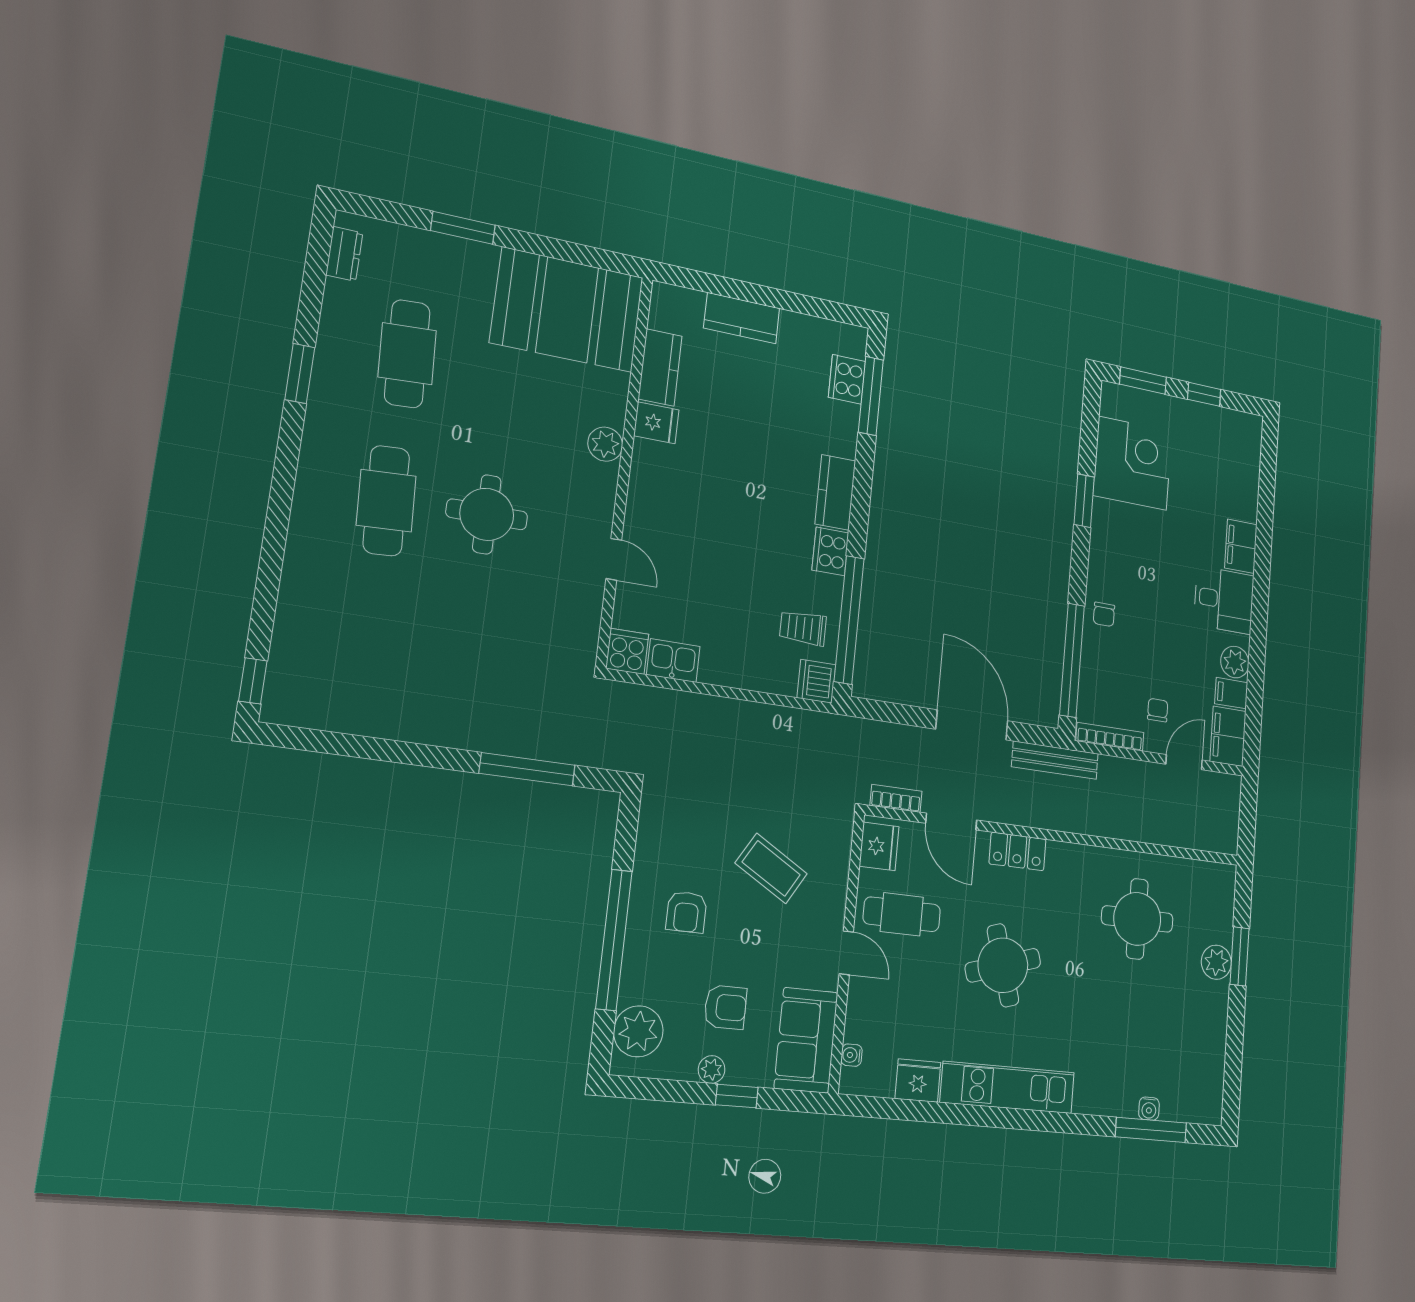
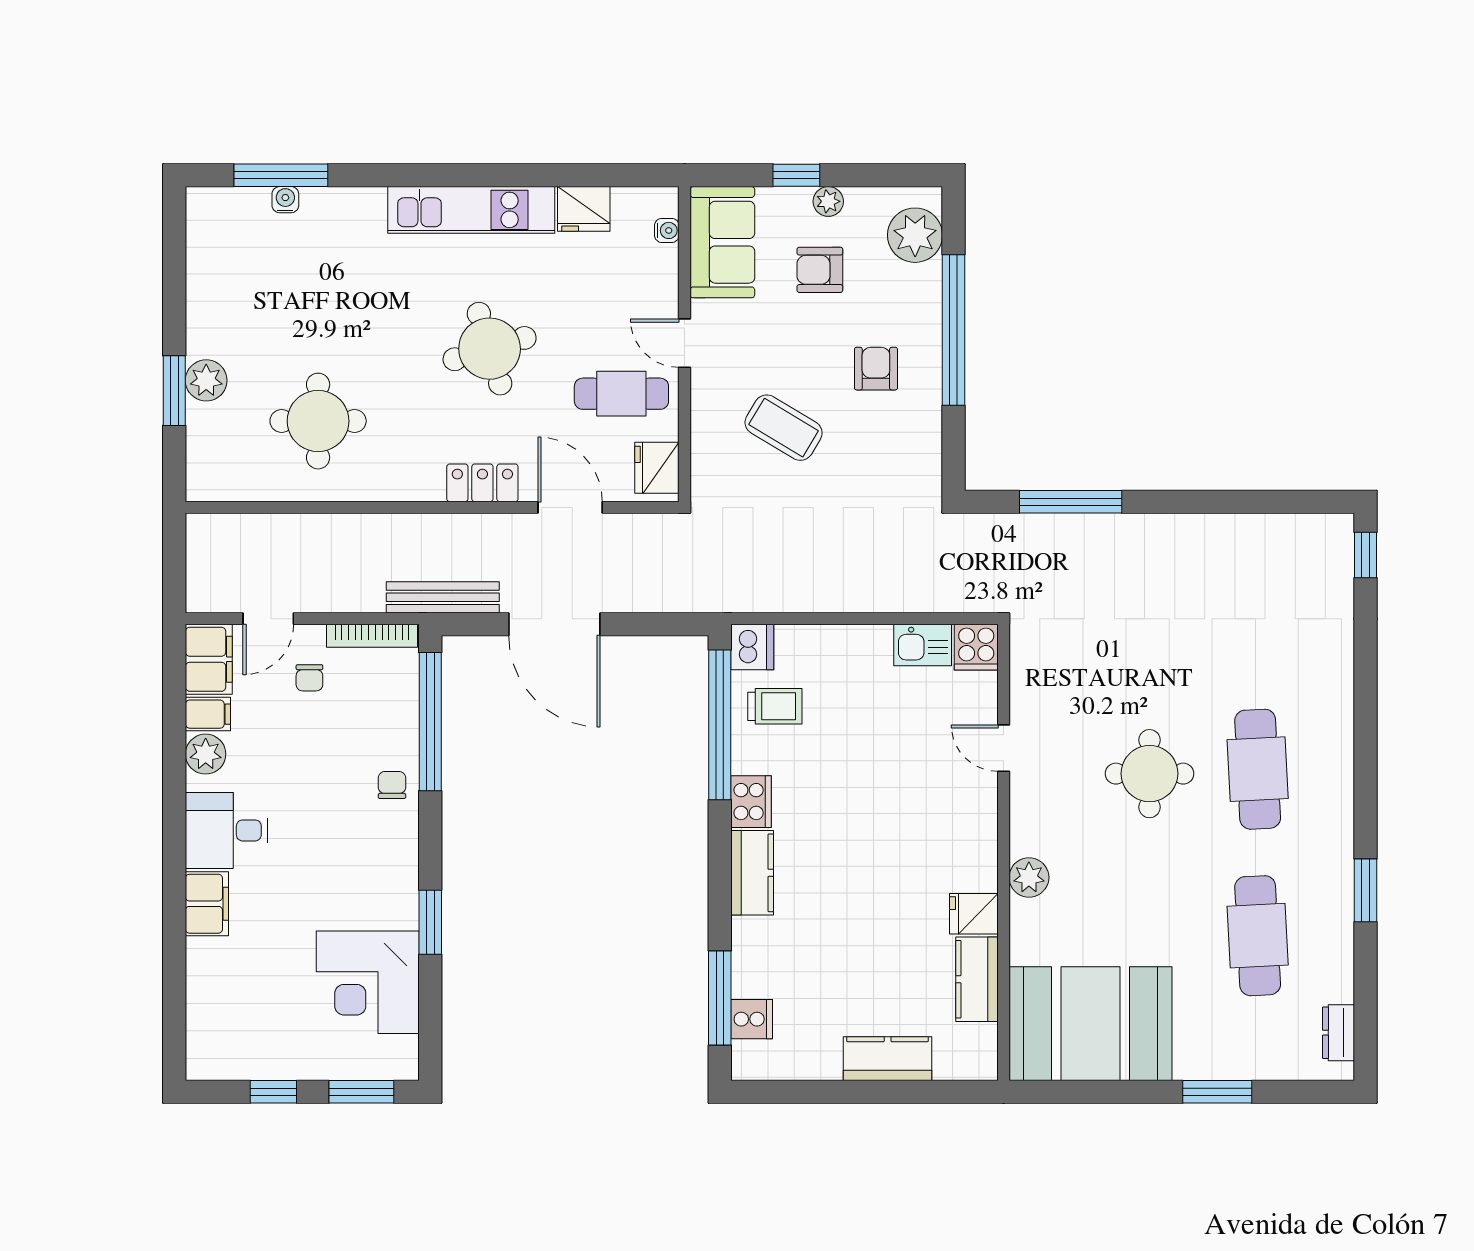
cooker: (847, 379) -> (752, 1019), width x0.73
bookcase: (896, 798) -> (641, 525), removed

